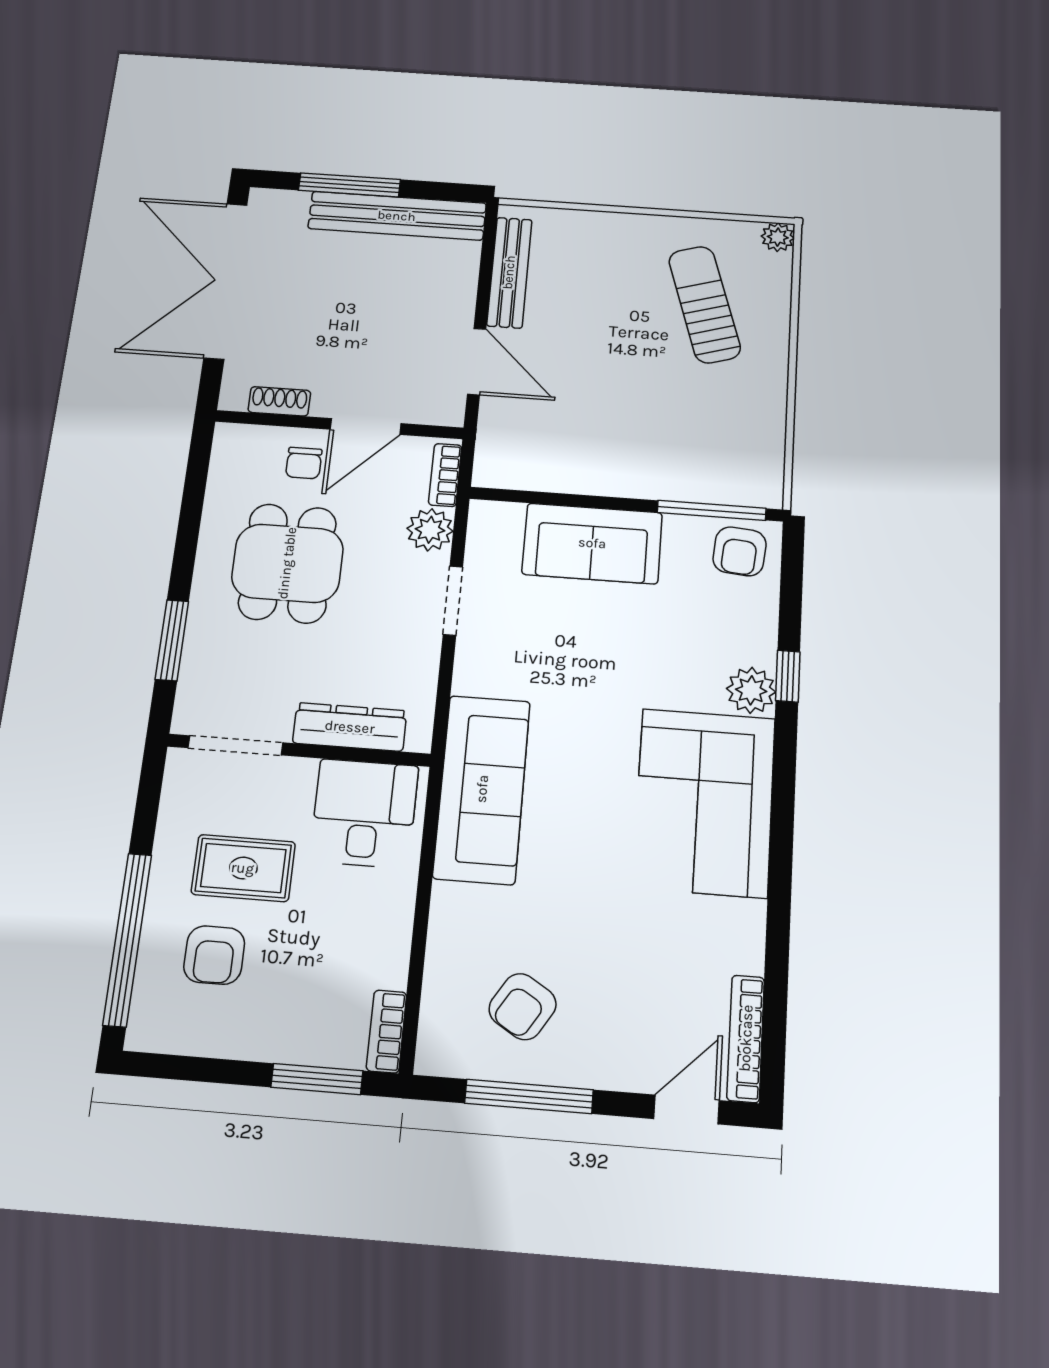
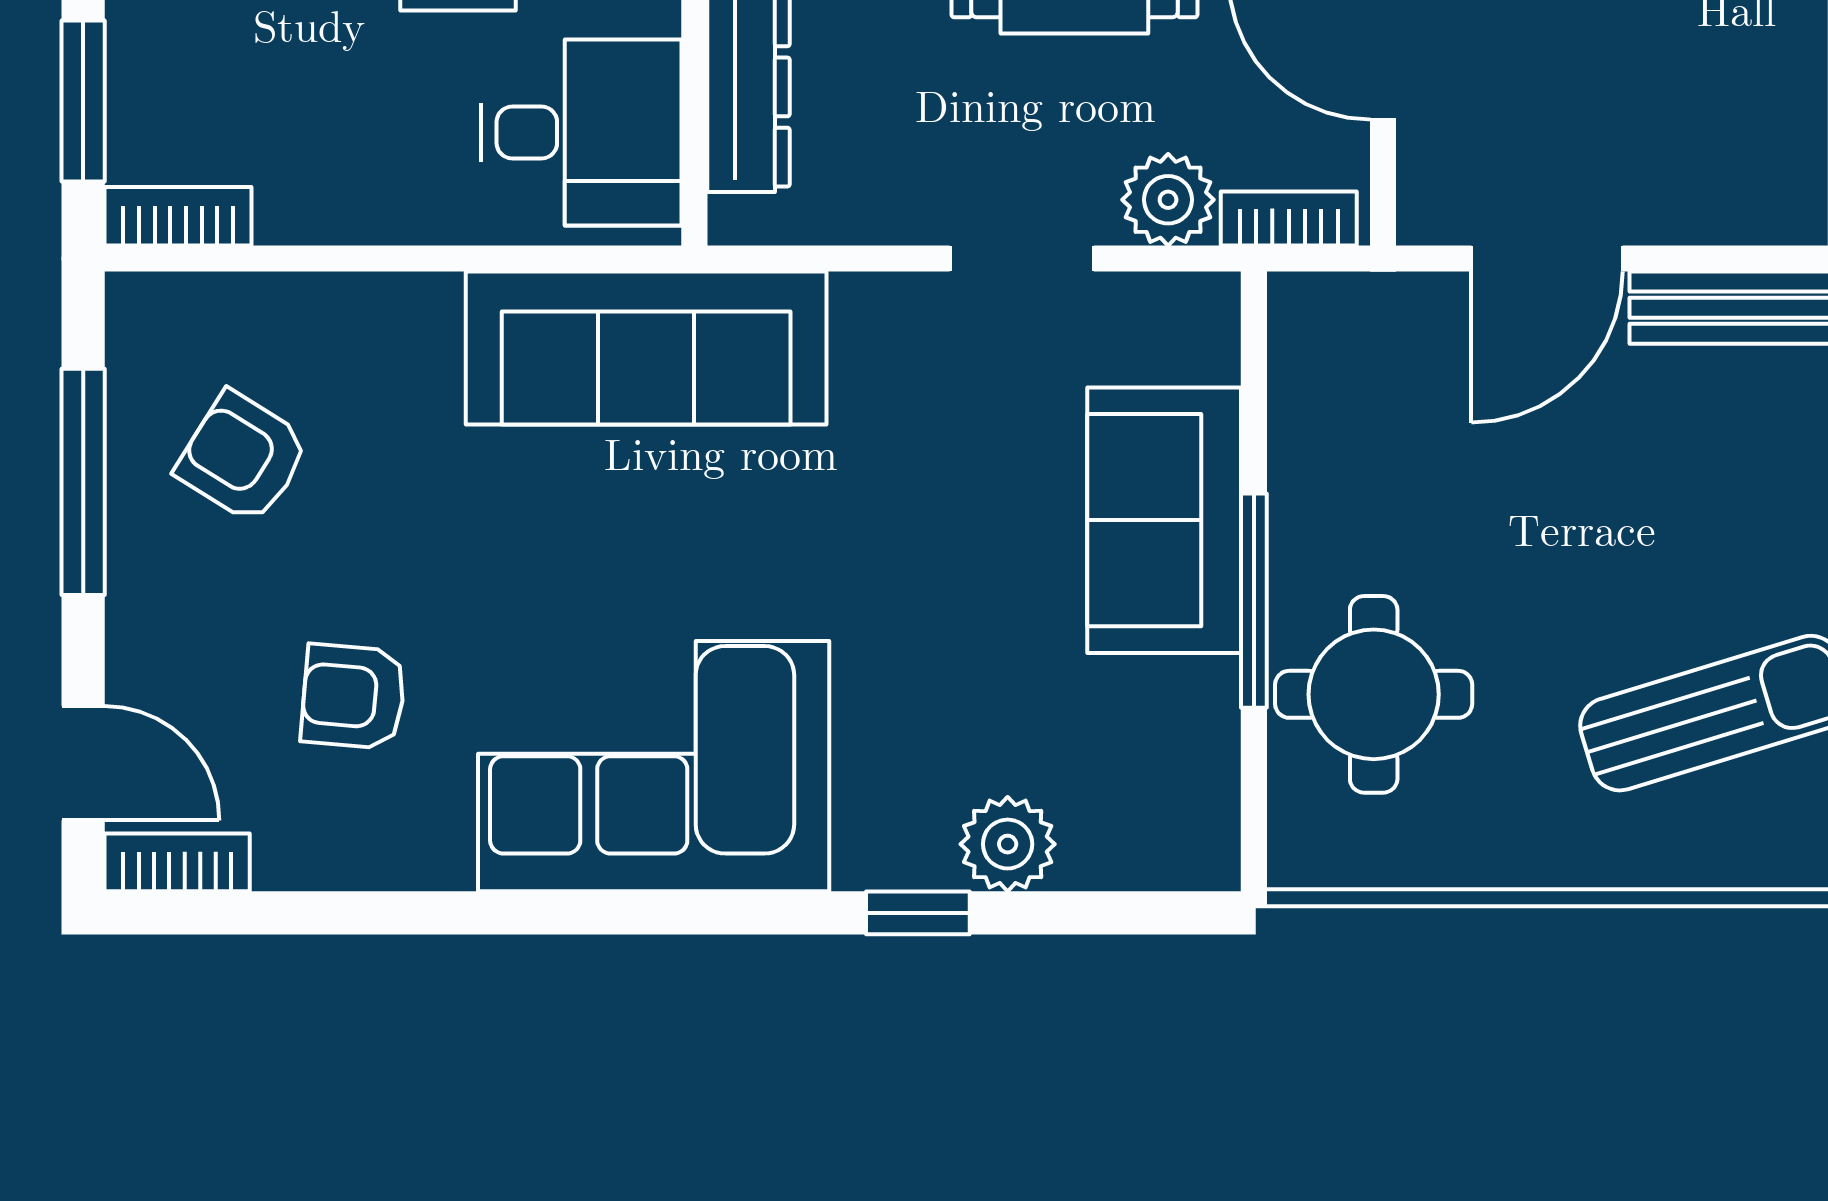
round table: (686, 454) -> (1374, 694), added
window: (712, 510) -> (1254, 601), moved
armchair: (740, 551) -> (353, 697), moved
plant: (751, 690) -> (1008, 844), moved
bookcase: (746, 1038) -> (177, 862), width x0.64

